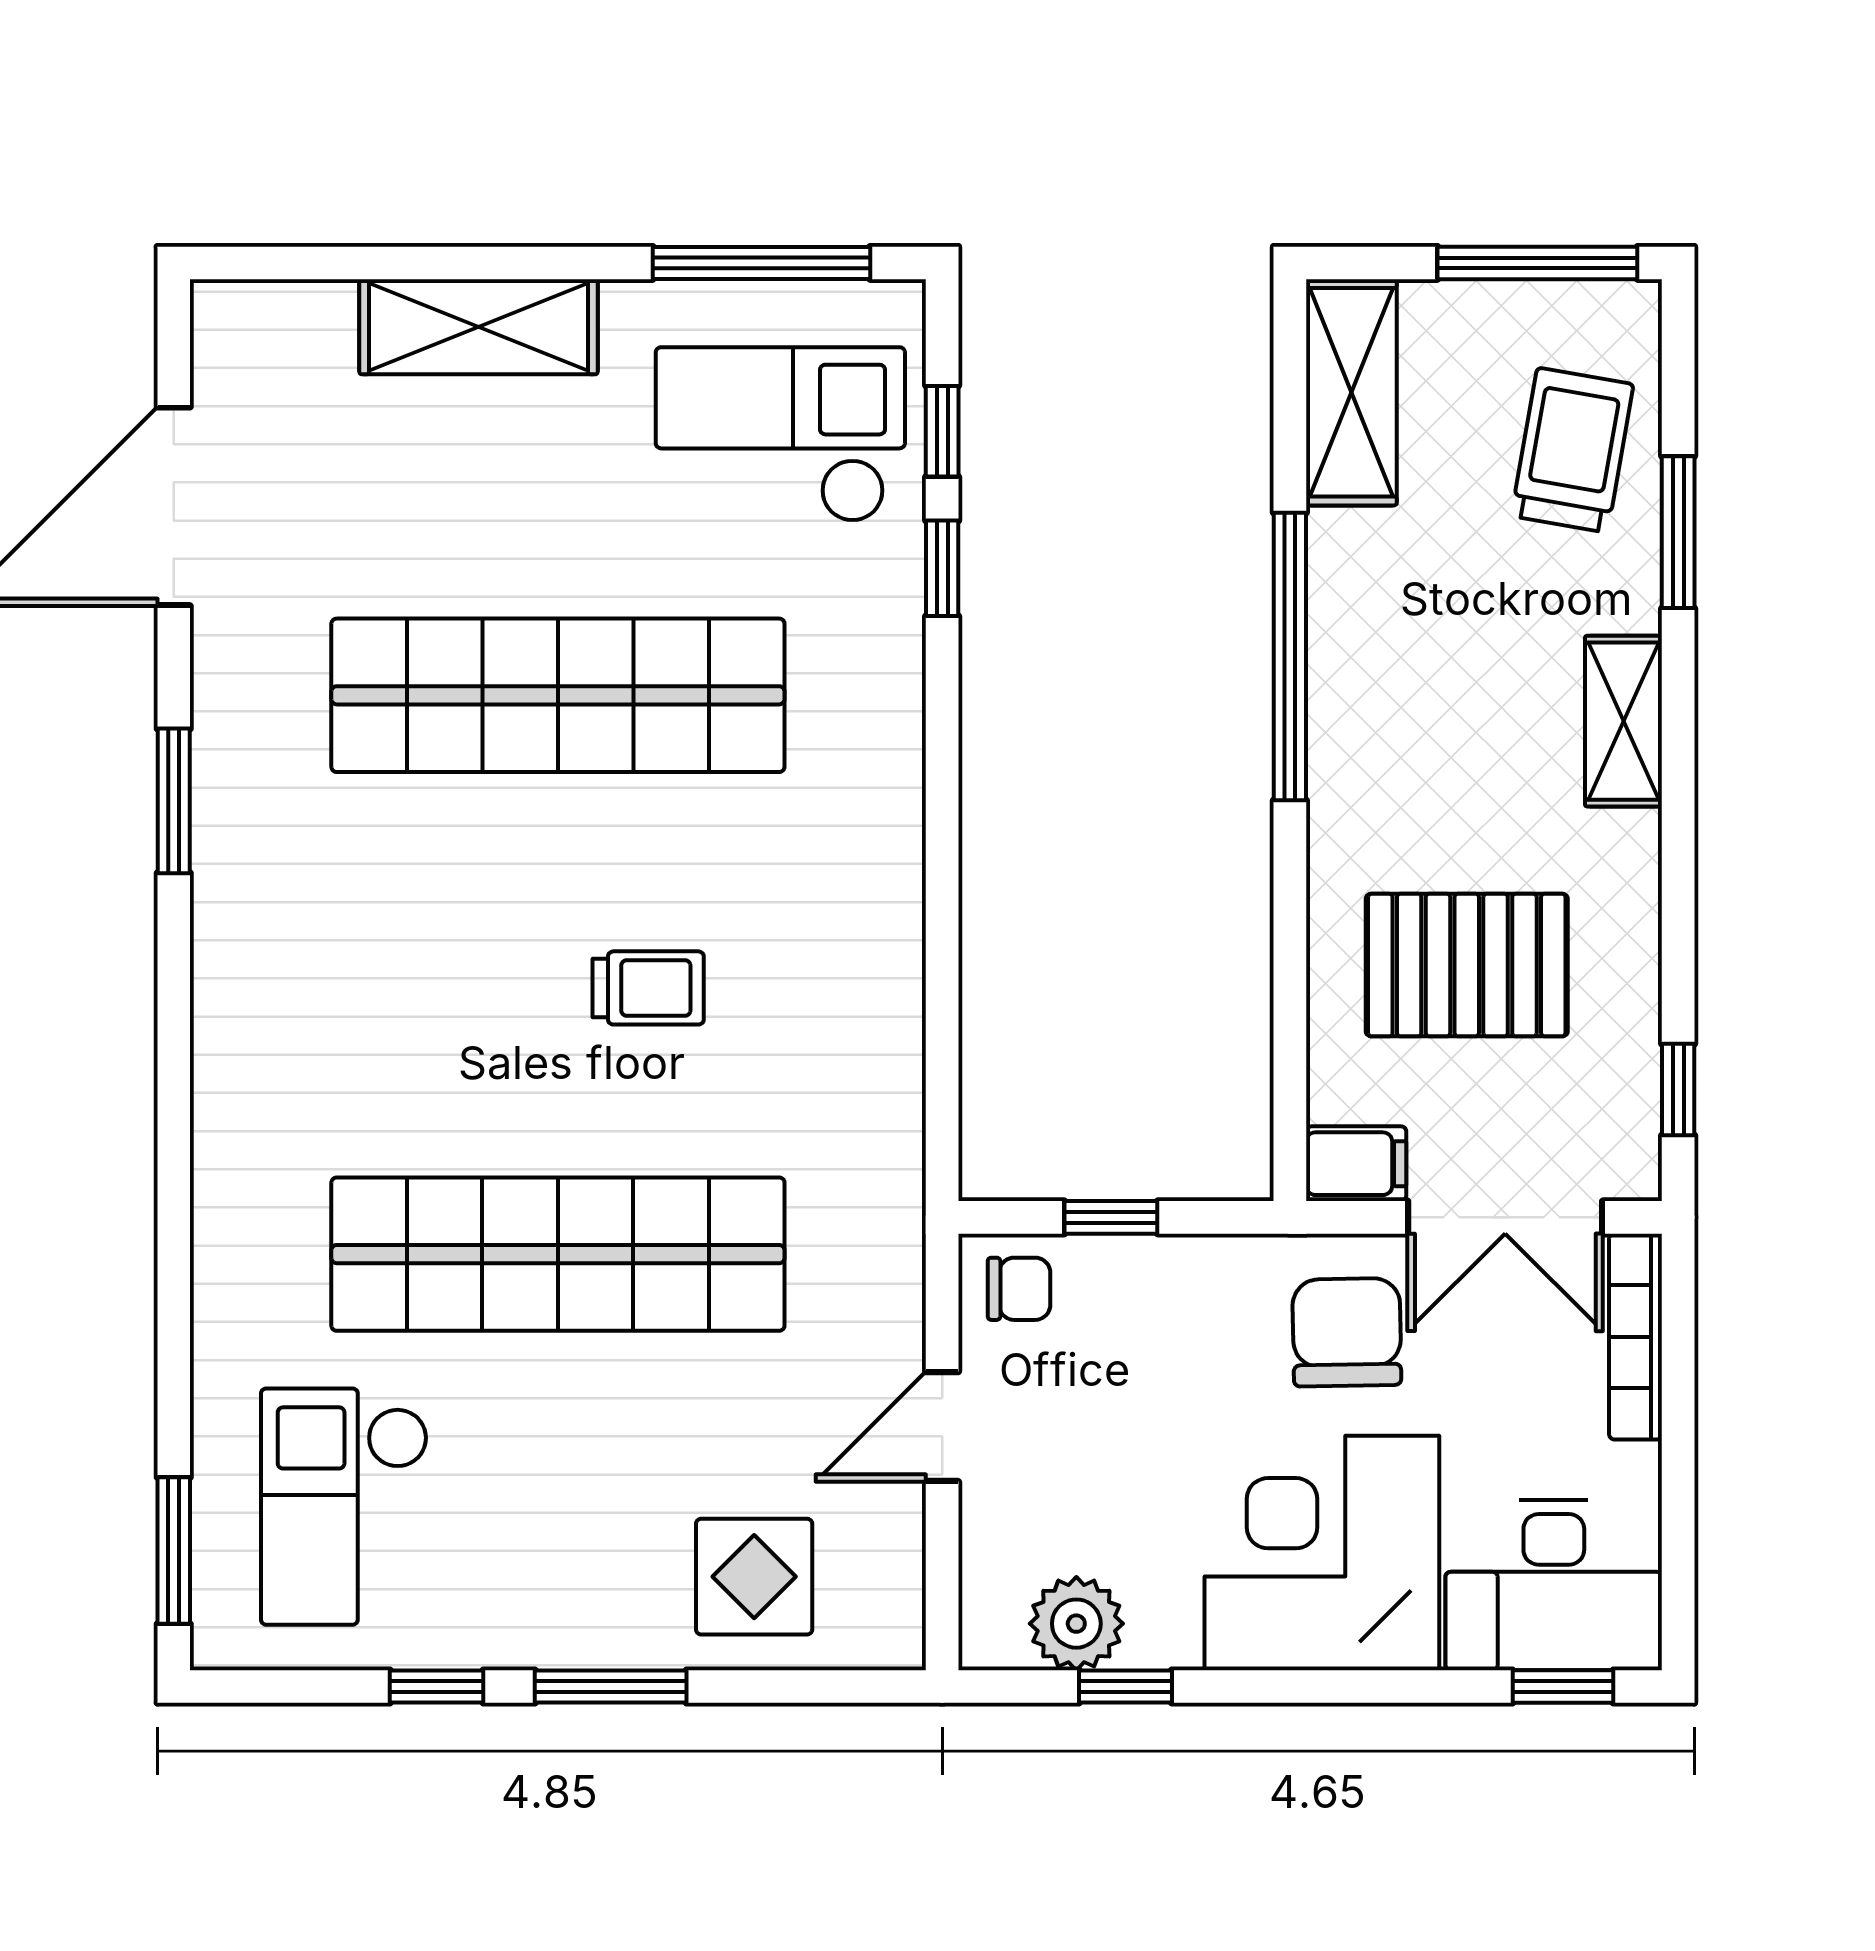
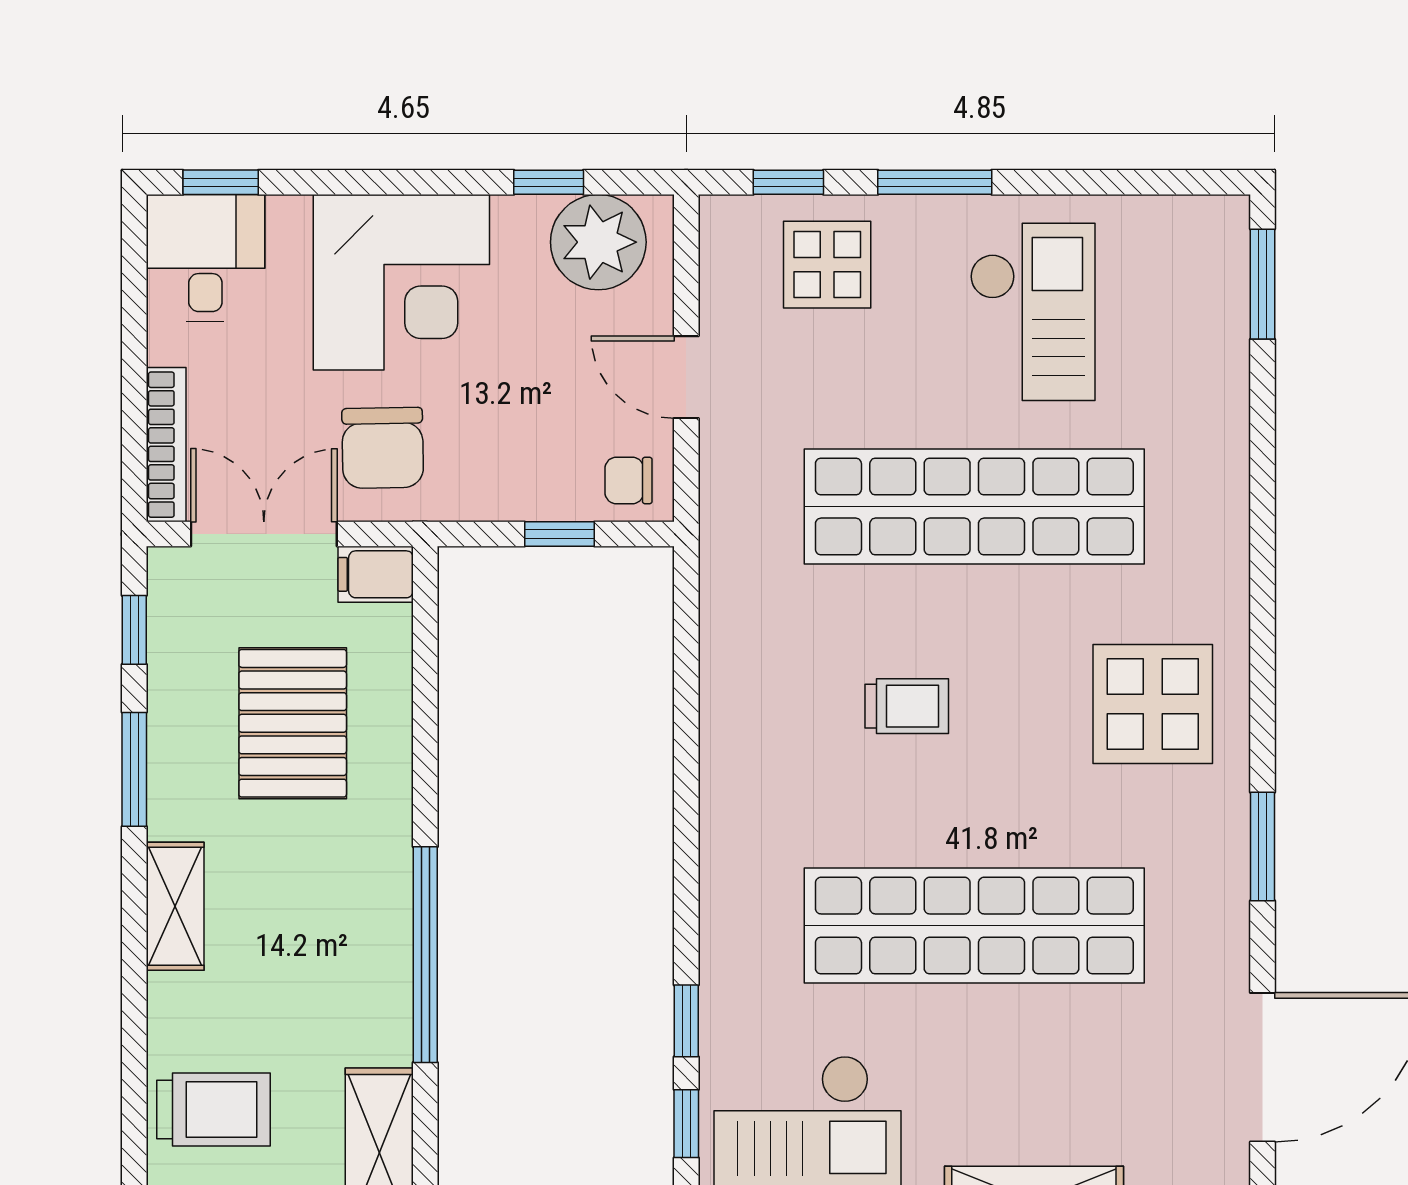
trolley: (1572, 450) -> (214, 1109), turned -100
window: (1678, 532) -> (134, 769), moved
pallet: (1467, 965) -> (293, 723), turned 90
trolley: (648, 988) -> (907, 706), turned 180
display table: (320, 991) -> (1153, 704), added
door: (942, 1427) -> (686, 377), swing flipped
checkout: (344, 1507) -> (1032, 312), moved
desk: (1554, 1585) -> (205, 258), width x0.73
plant: (1076, 1624) -> (598, 242), width x1.36, depth x1.36
window: (437, 1686) -> (788, 182), moved

